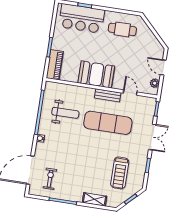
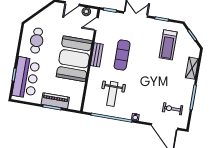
piano: (55, 65) -> (55, 101), moved
booth: (96, 74) -> (74, 59), width x1.36, depth x1.42
door: (130, 93) -> (96, 24), moved
weight bench: (65, 113) -> (112, 94), turned 180
exercise mat: (108, 123) -> (122, 55), width x0.73, depth x0.69
treadmill: (120, 173) -> (168, 45), turned 90

